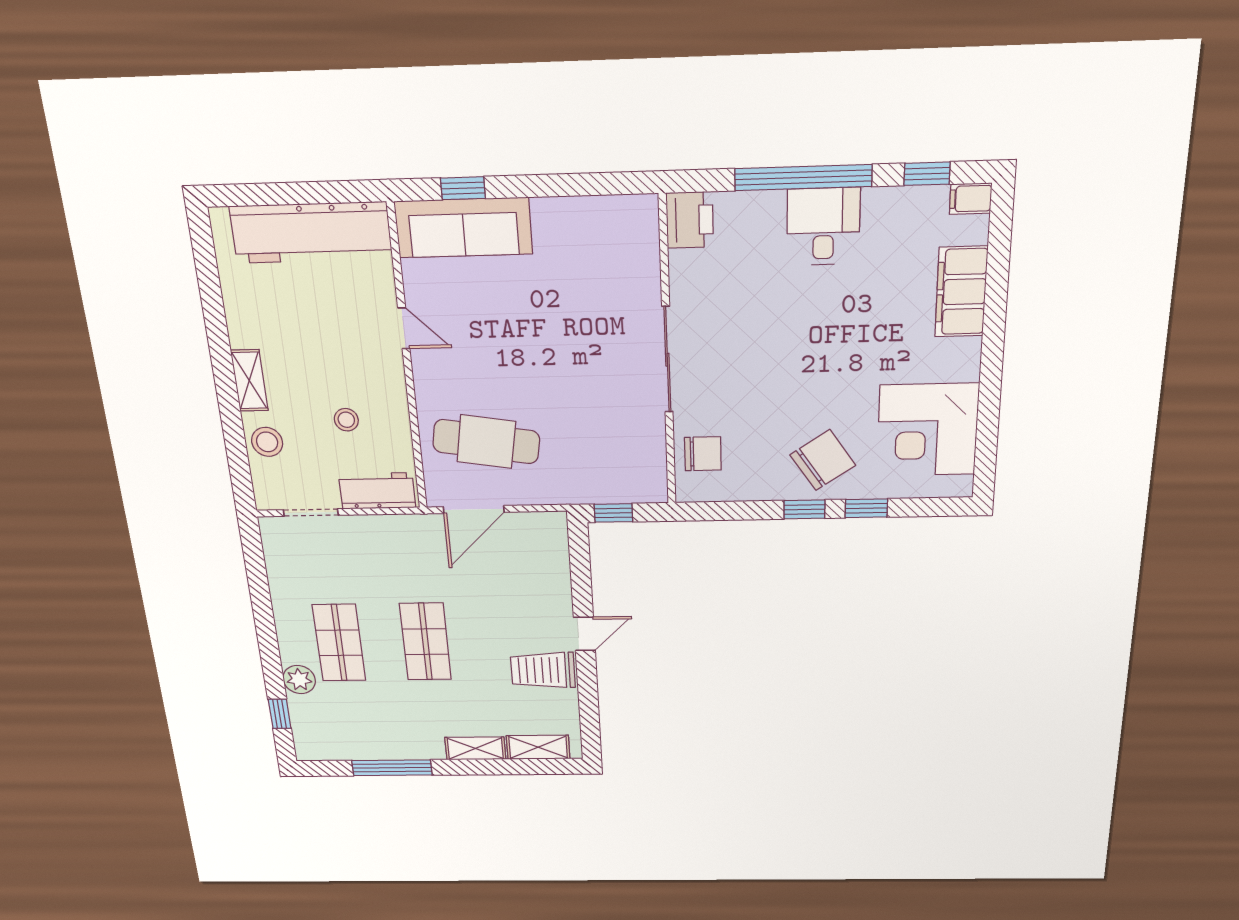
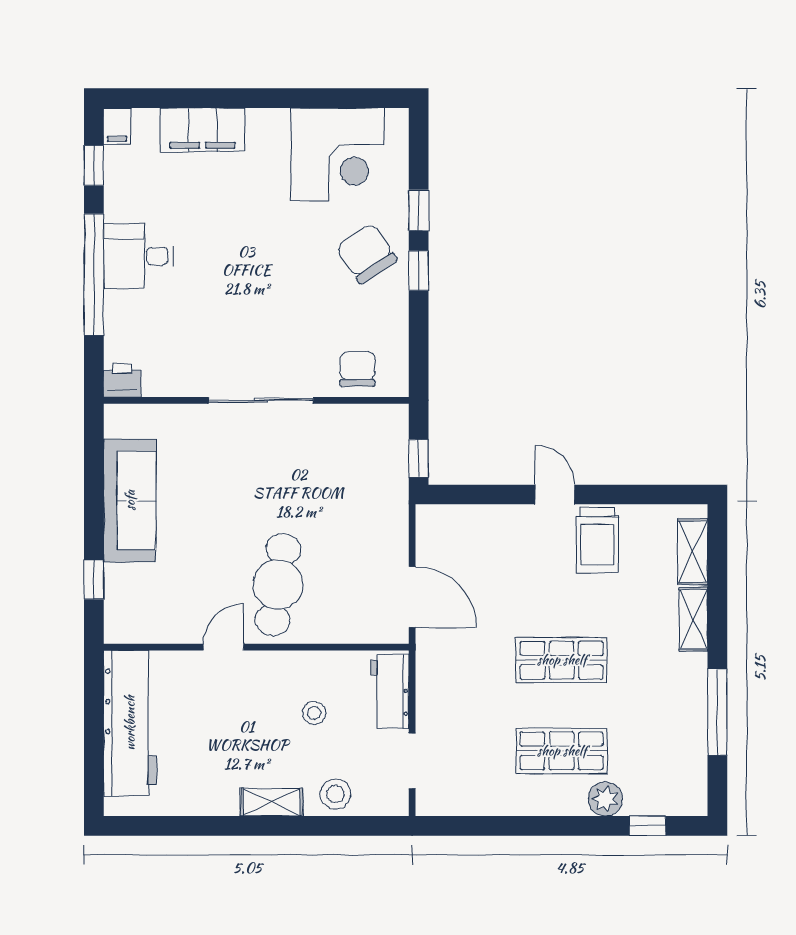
printer: (690, 220) -> (122, 380), width x0.73, depth x0.81
sofa: (463, 228) -> (130, 500), moved
cafe table: (486, 442) -> (278, 585), moved

